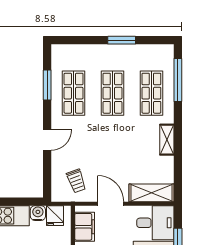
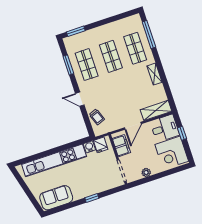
window: (122, 40) -> (76, 31), moved
door: (47, 140) -> (80, 99), swing flipped
trolley: (76, 181) -> (97, 117), moved
door: (111, 204) -> (133, 126), swing flipped

